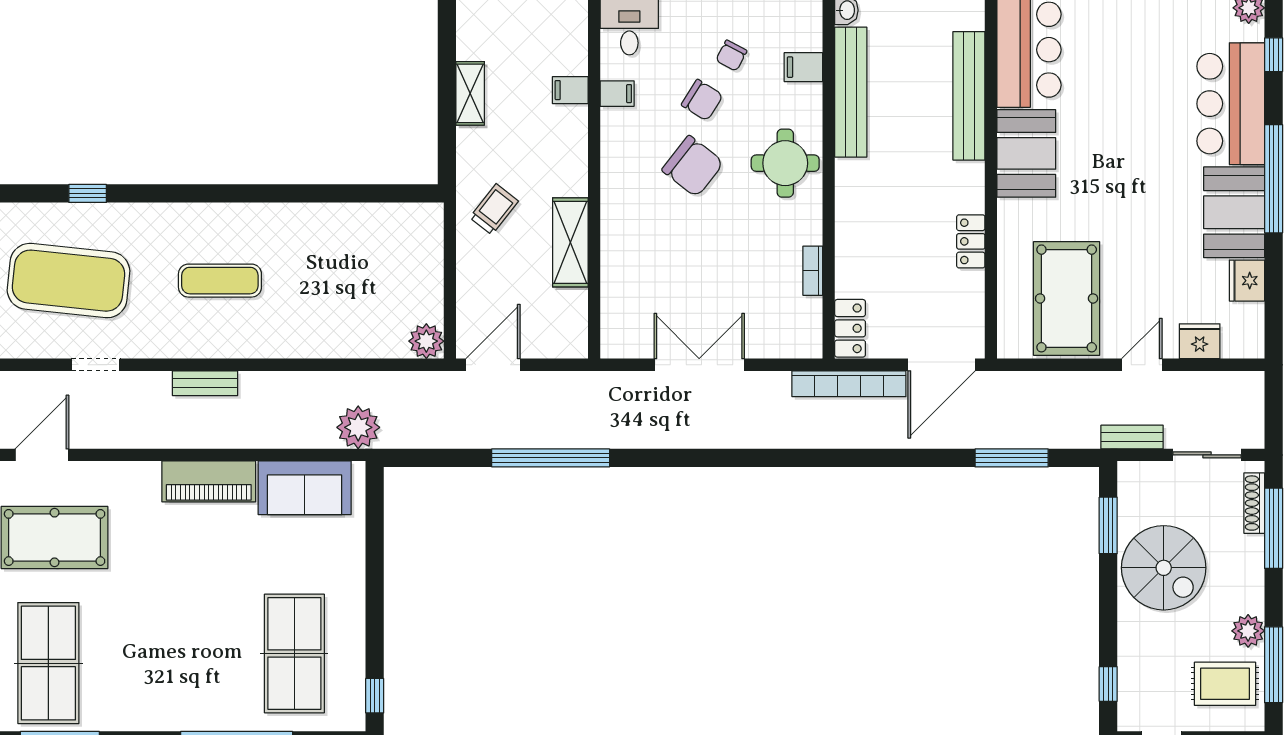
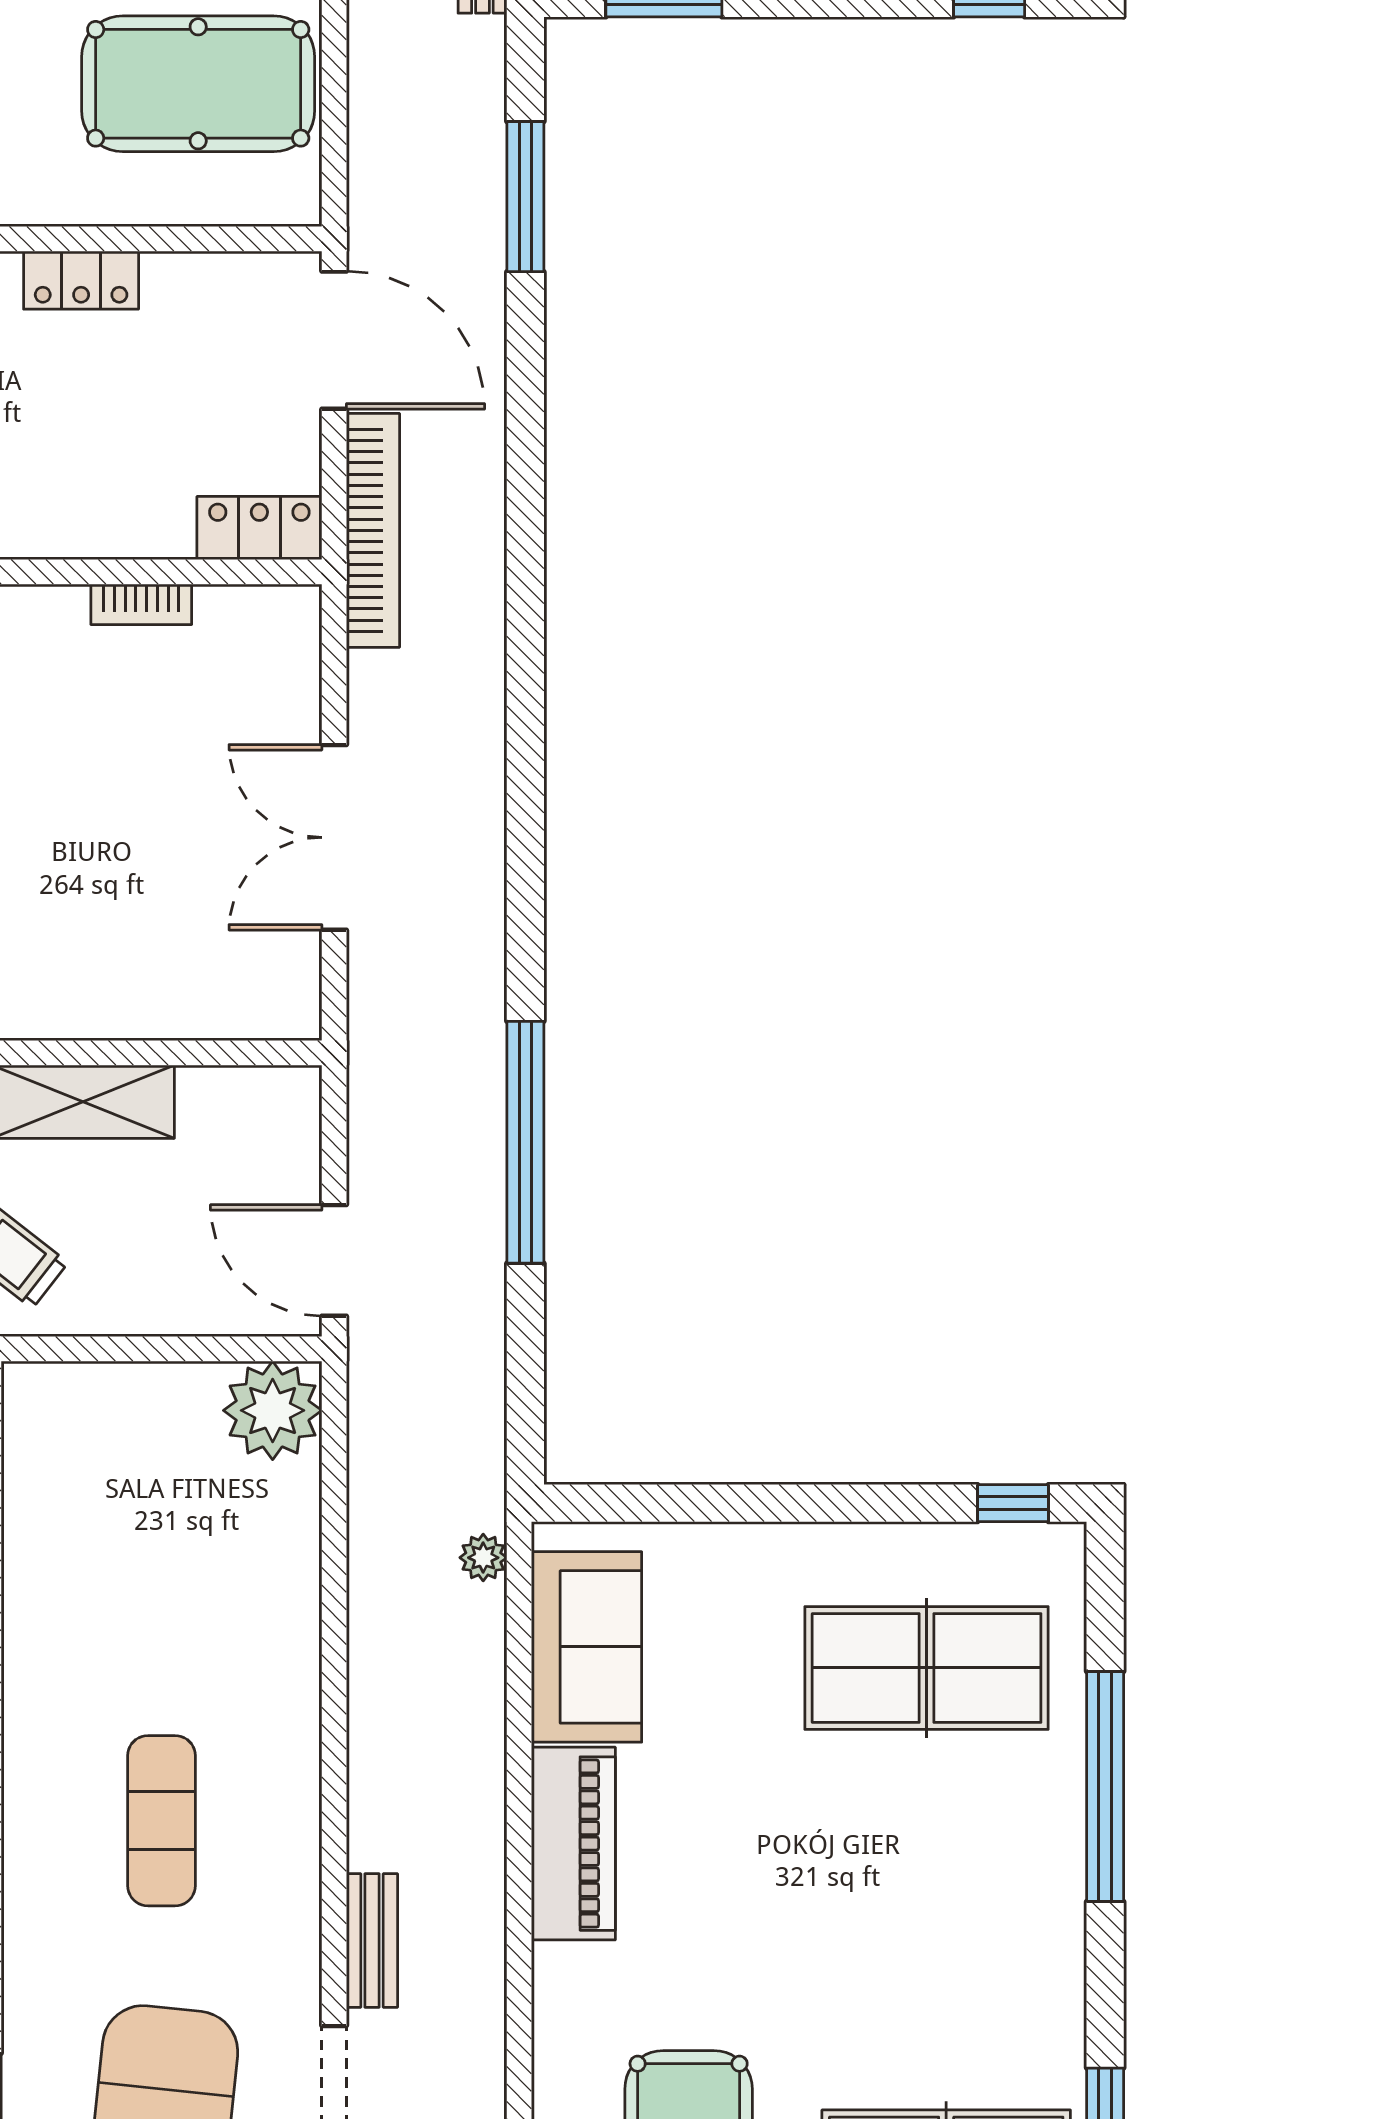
plant: (426, 341) -> (273, 1410), width x1.36, depth x1.36
bench: (205, 383) -> (372, 1941), moved
plant: (358, 427) -> (483, 1558), width x0.53, depth x0.53

